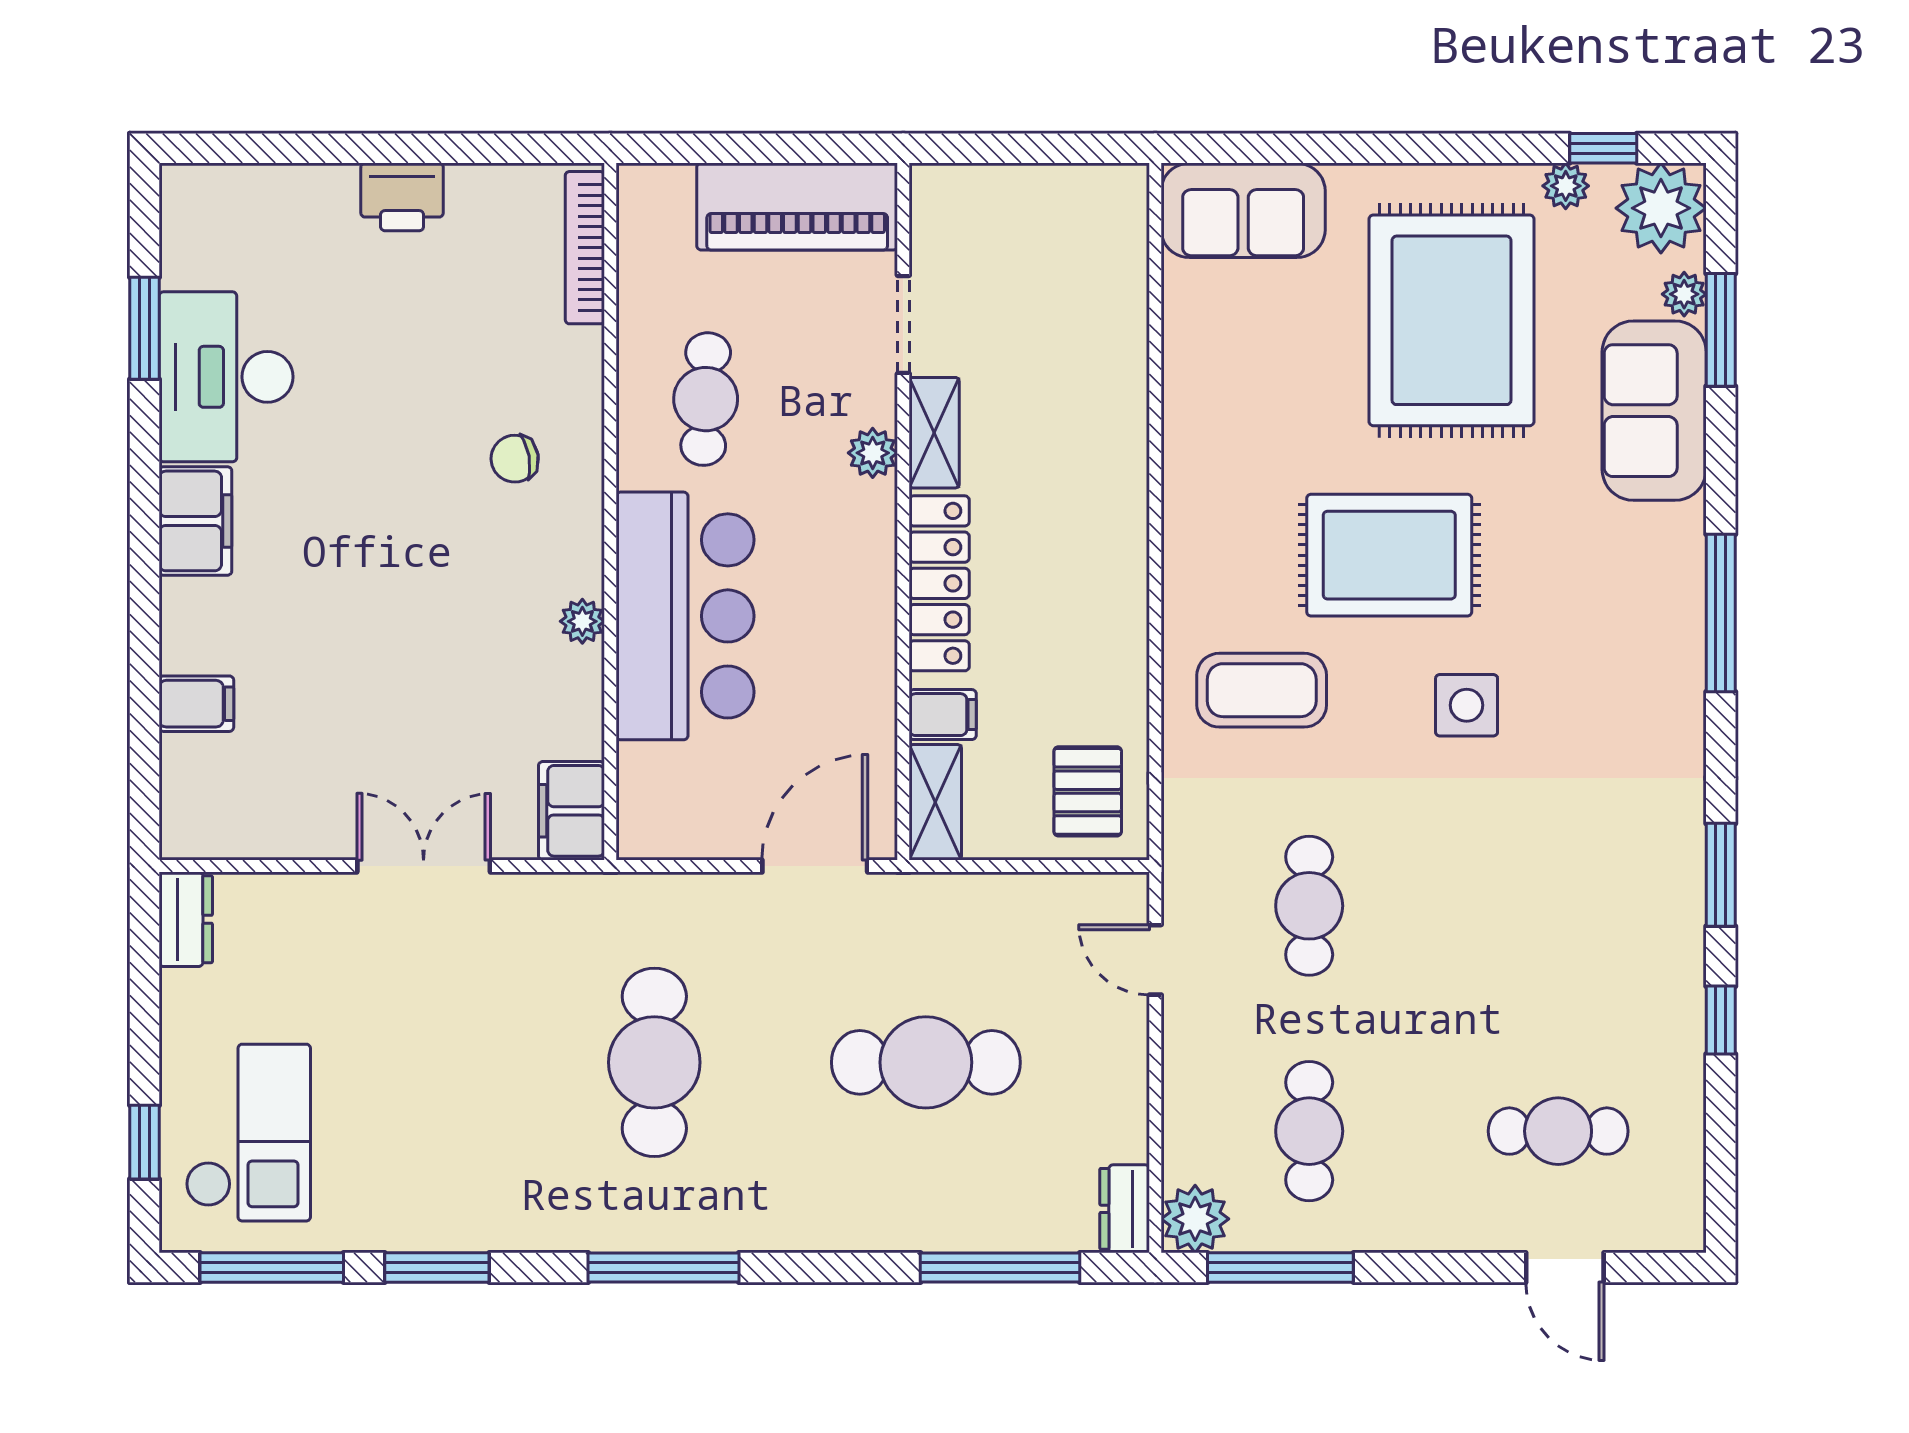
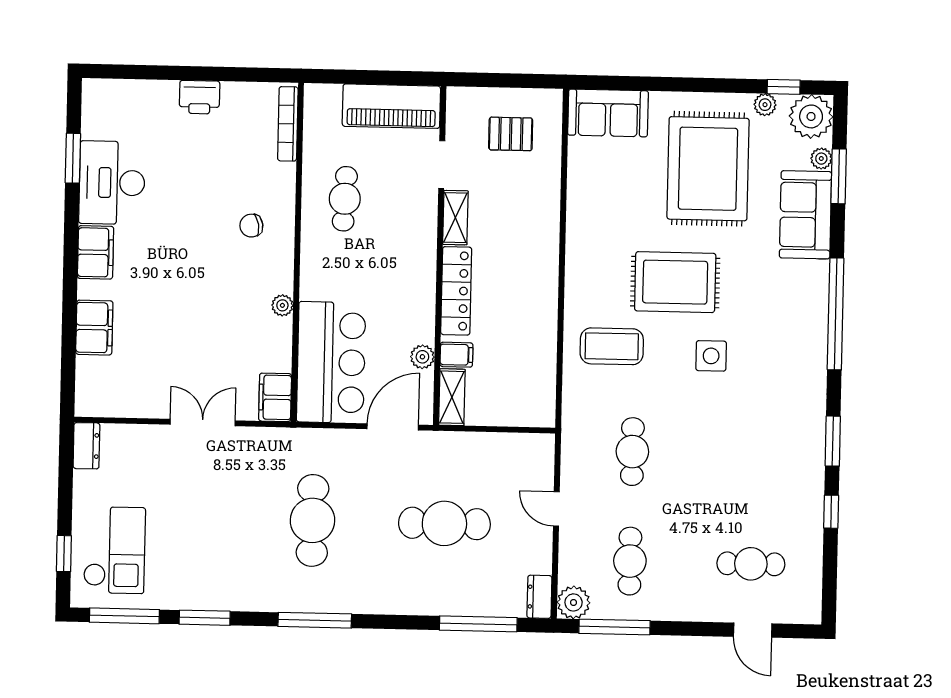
plant: (873, 453) -> (422, 357), moved
window: (1721, 613) -> (836, 314), width x1.46
bar counter: (685, 616) -> (331, 362), moved
filing cabinet: (196, 704) -> (94, 328), width x2.00
pallet: (1088, 791) -> (511, 134), moved, turned 90
door: (1155, 960) -> (556, 509), moved

